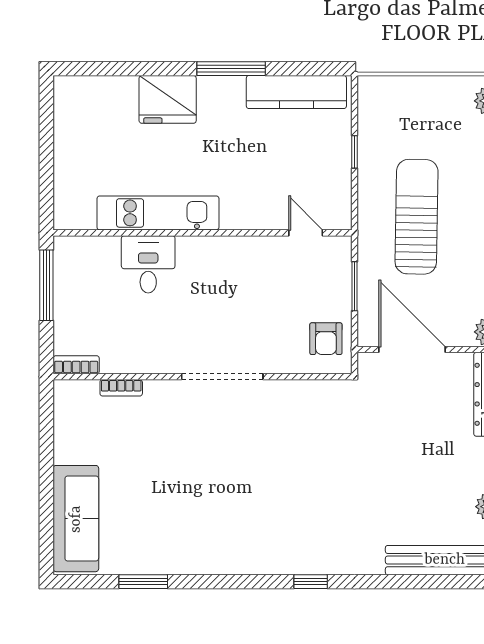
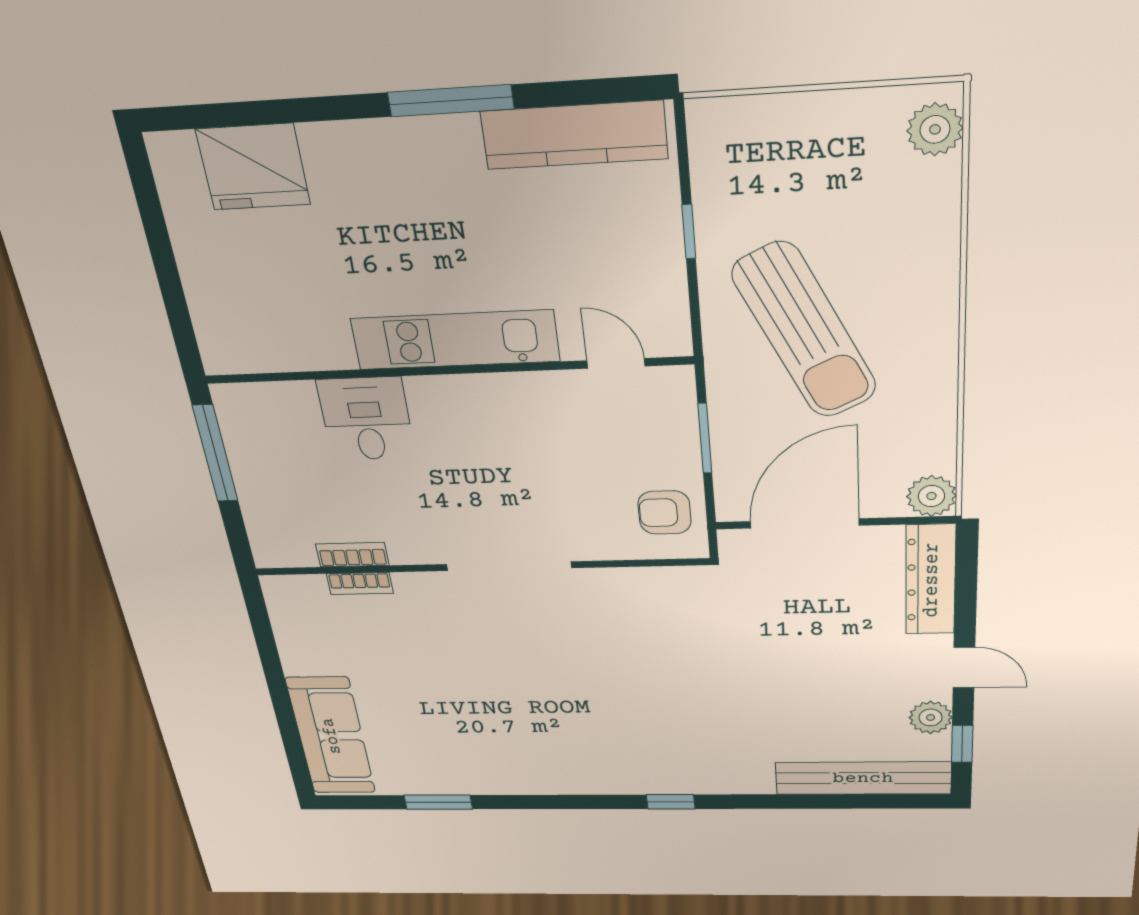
fridge: (168, 99) -> (253, 167), moved
kitchen unit: (158, 213) -> (455, 340), moved
sun lounger: (417, 217) -> (805, 331), turned 153
armchair: (326, 339) -> (665, 513), turned 90
door: (412, 350) -> (805, 523), hinge flipped
bookcase: (76, 365) -> (352, 555), moved

